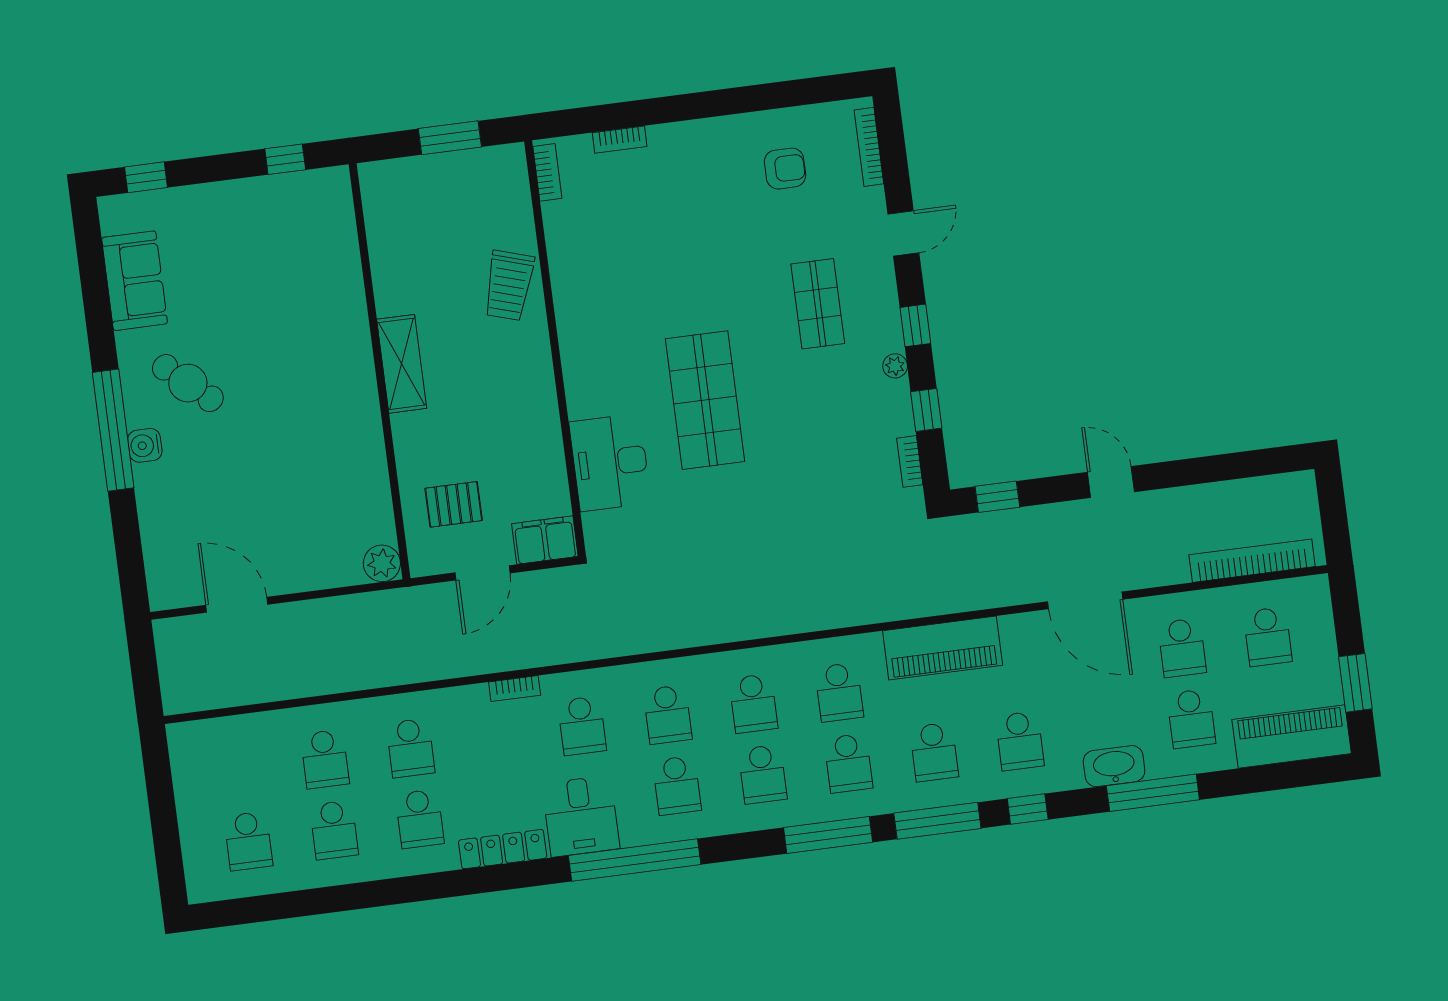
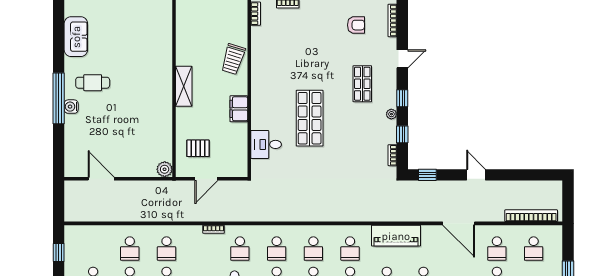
cafe table: (188, 383) -> (93, 83), turned -42
desk: (610, 462) -> (266, 144), width x0.73
filing cabinet: (545, 540) -> (239, 109), moved, turned -90
window: (160, 790) -> (59, 252), added

